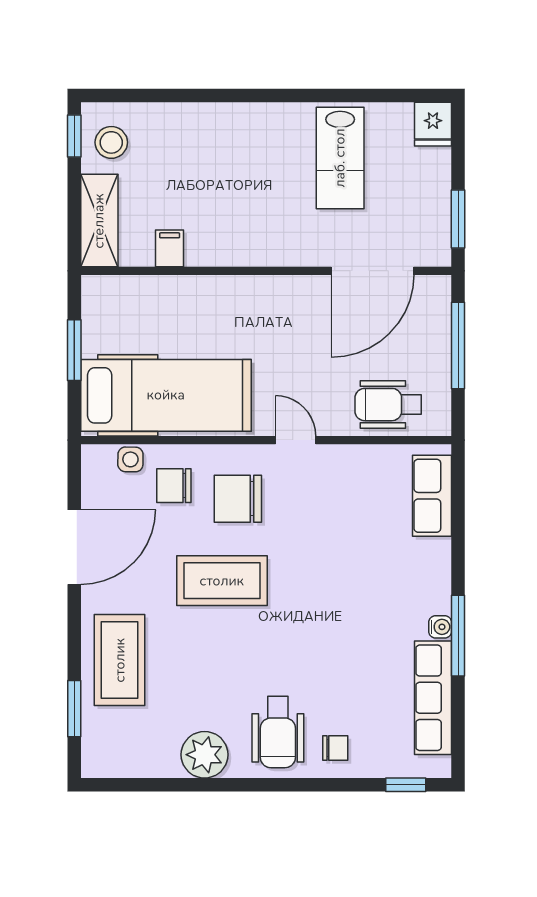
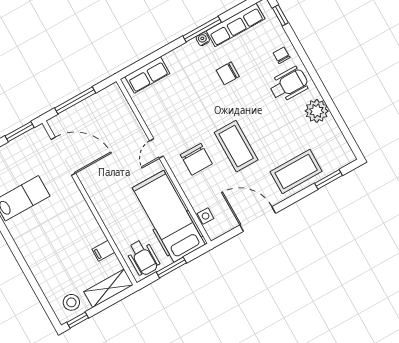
wheelchair: (388, 405) -> (143, 258), moved
chair: (174, 486) -> (228, 73), moved, turned 90

